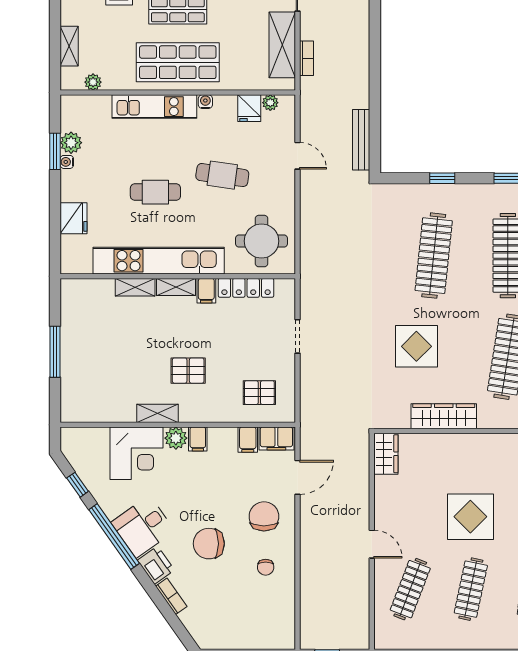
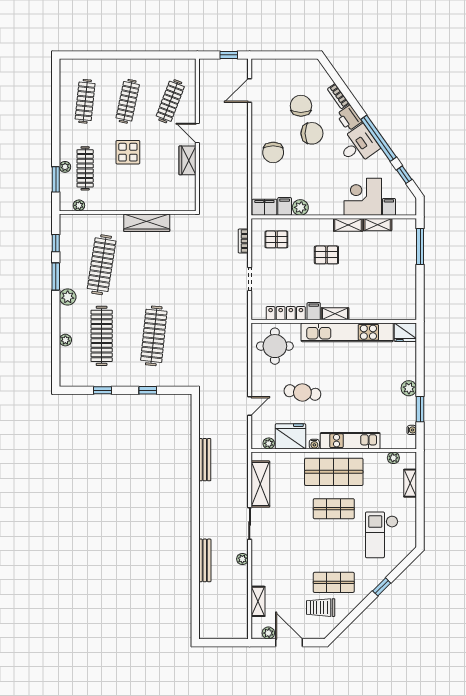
bookcase: (306, 58) -> (243, 241), moved
fridge: (249, 108) -> (291, 436), width x1.88, depth x1.34
bench: (361, 140) -> (205, 460), moved
plant: (71, 143) -> (409, 388), moved
door: (297, 156) -> (250, 406), swing flipped
water cooler: (67, 162) -> (412, 430), moved
cafe table: (155, 192) -> (349, 381), removed
fridge: (74, 218) -> (405, 332), moved, turned -90
shelving: (135, 287) -> (378, 225), moved
display table: (416, 346) -> (166, 272), removed
window: (55, 352) -> (420, 247), moved
plant: (176, 438) -> (300, 207), moved
filing cabinet: (198, 439) -> (389, 207), moved
wardrobe: (386, 454) -> (187, 160), moved
door: (297, 477) -> (250, 91), moved
display table: (470, 517) -> (128, 152), width x0.73, depth x0.73
chair: (266, 567) -> (301, 106), moved, width x1.87, depth x1.87

